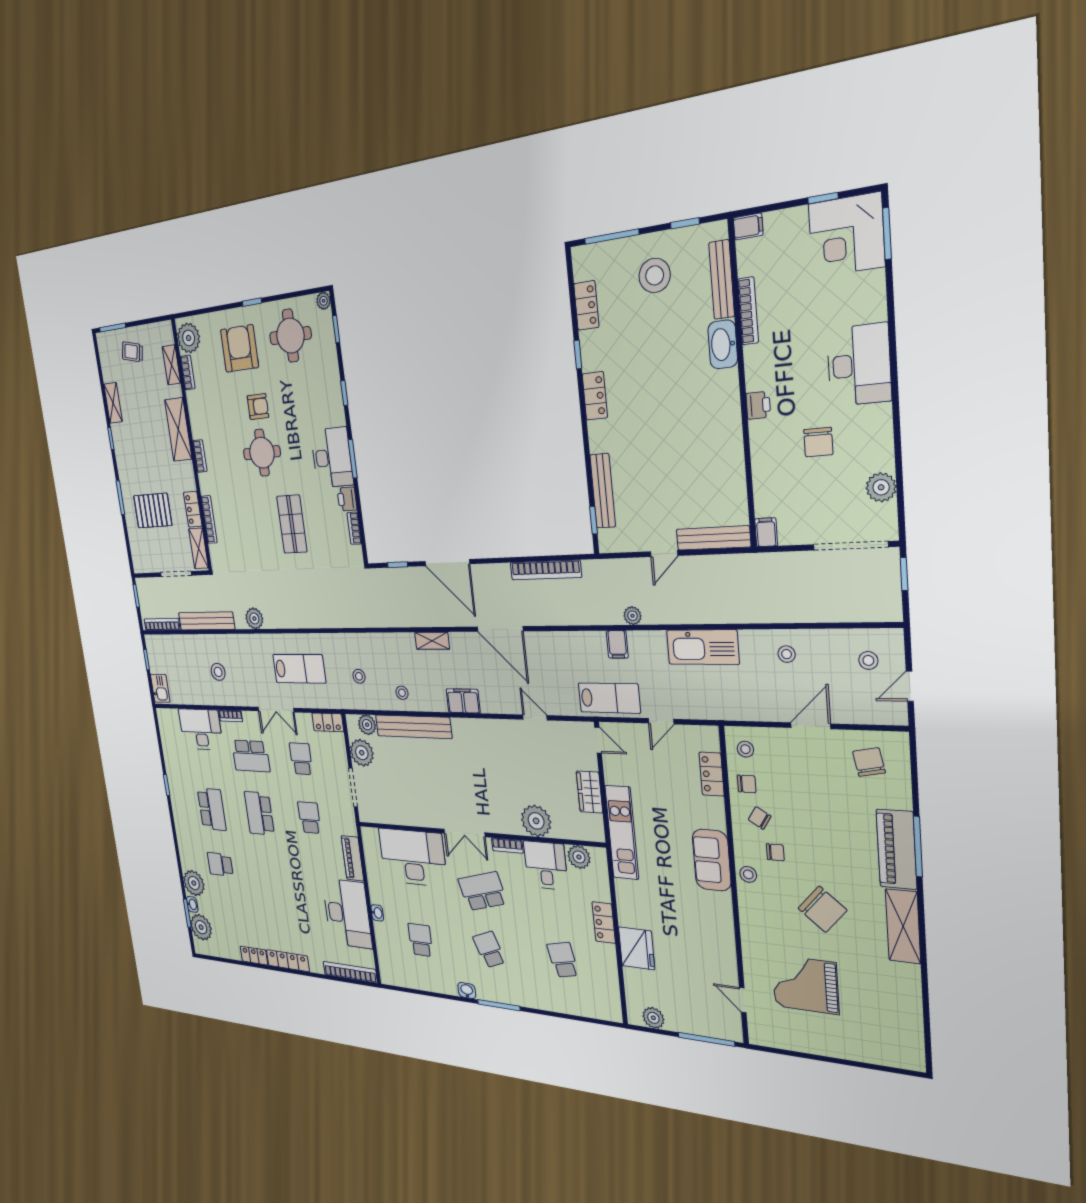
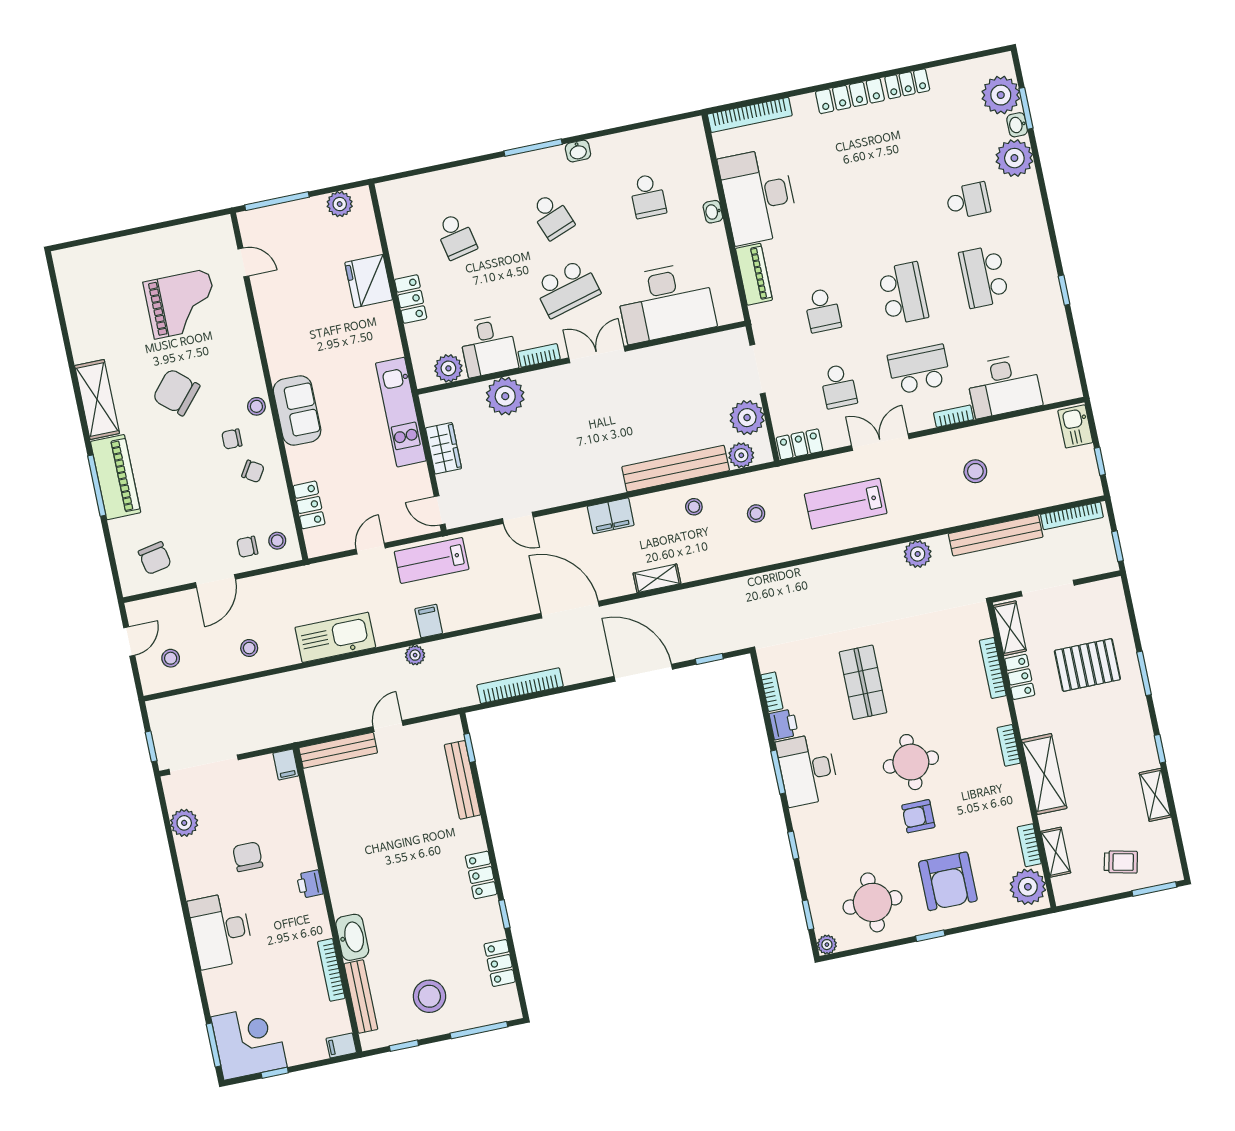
chair: (747, 784) -> (247, 547), moved

